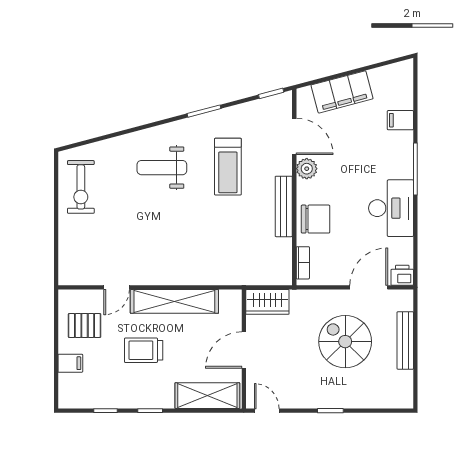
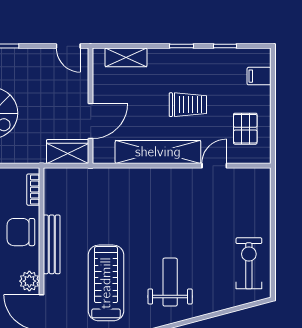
treadmill: (228, 167) -> (106, 283), width x1.37, depth x1.38
weight bench: (162, 168) -> (170, 282), turned -90
pallet: (85, 326) -> (245, 129), turned 90
door: (244, 350) -> (91, 121), moved
filing cabinet: (70, 363) -> (259, 76), moved
shelving: (207, 396) -> (126, 57), width x0.67, depth x0.75

